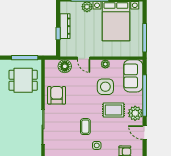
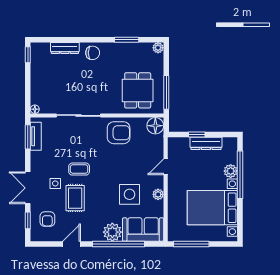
floor lamp: (65, 66) -> (155, 126), moved
rug: (114, 110) -> (75, 198), moved
plant: (135, 113) -> (112, 232), moved

